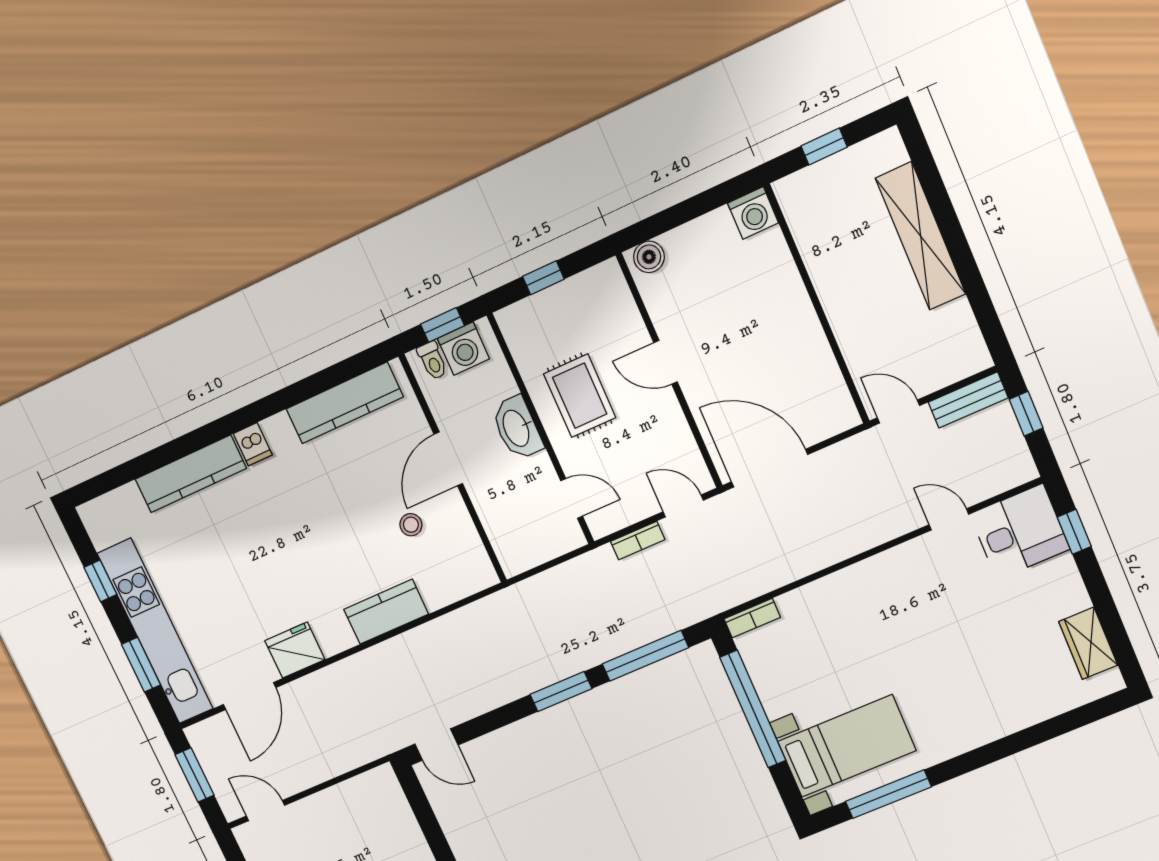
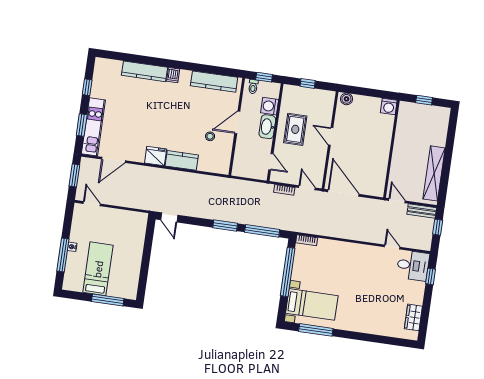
shelving: (921, 236) -> (434, 173), moved
washing machine: (463, 349) -> (270, 106), moved, turned 90
kitchen unit: (155, 631) -> (93, 127), width x0.73
fridge: (295, 650) -> (156, 156), moved

